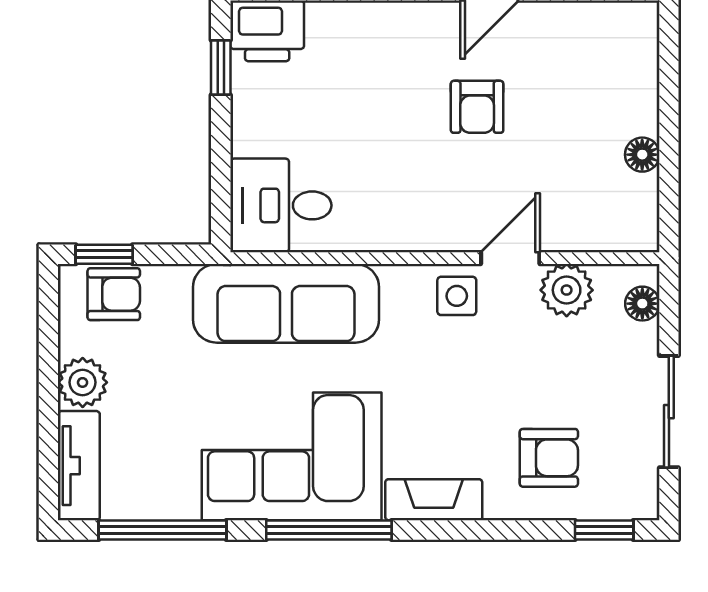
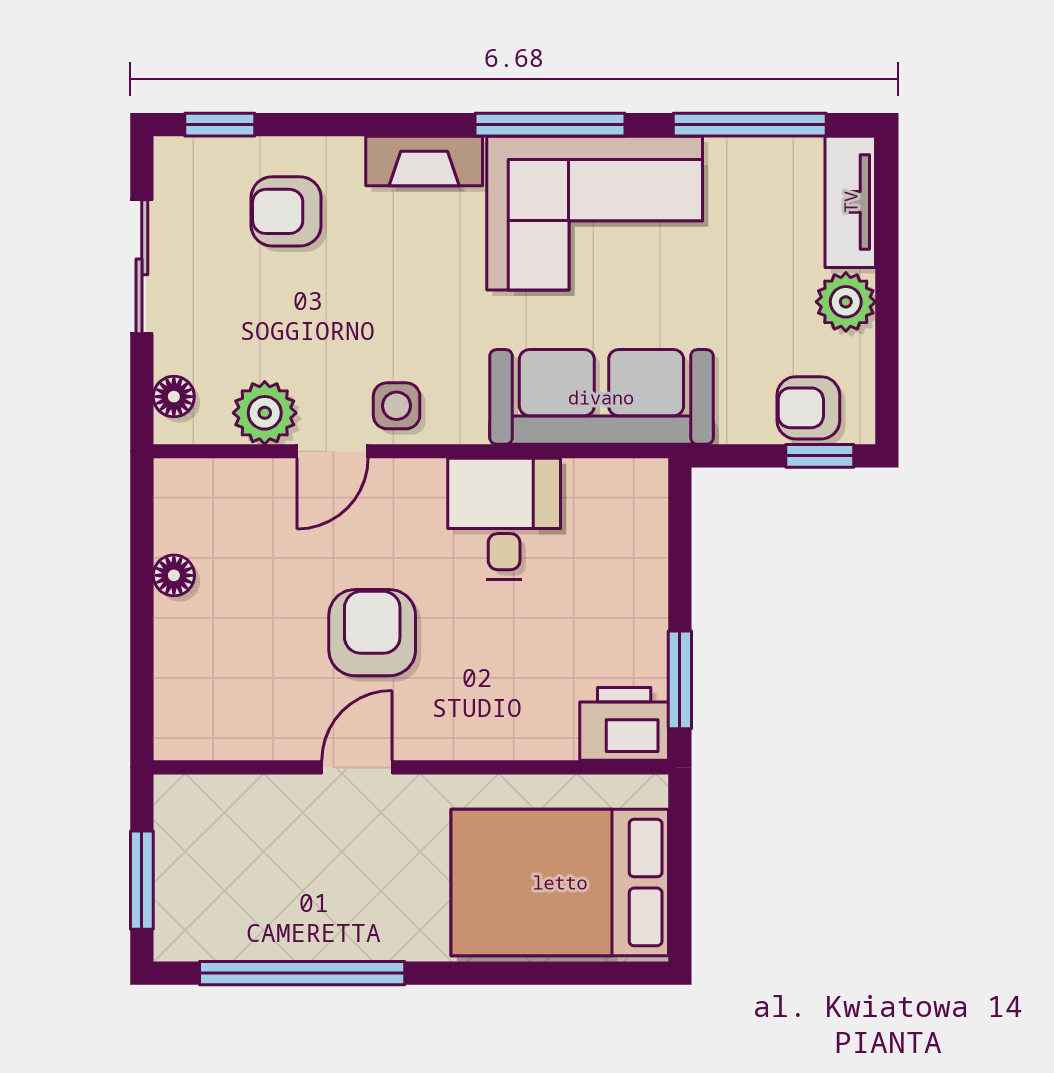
window: (221, 68) -> (680, 680), width x1.50
armchair: (477, 107) -> (372, 633), width x1.38, depth x1.38
desk: (281, 205) -> (504, 519), moved, turned -90

